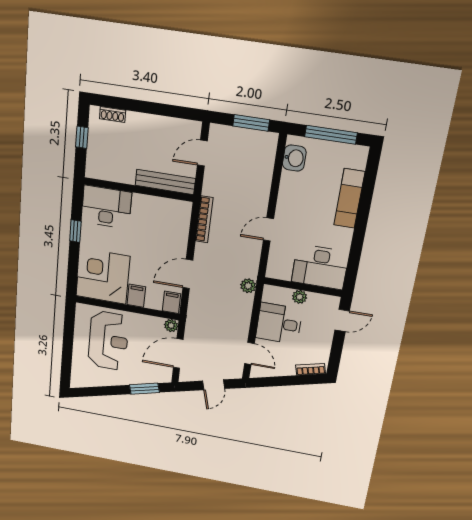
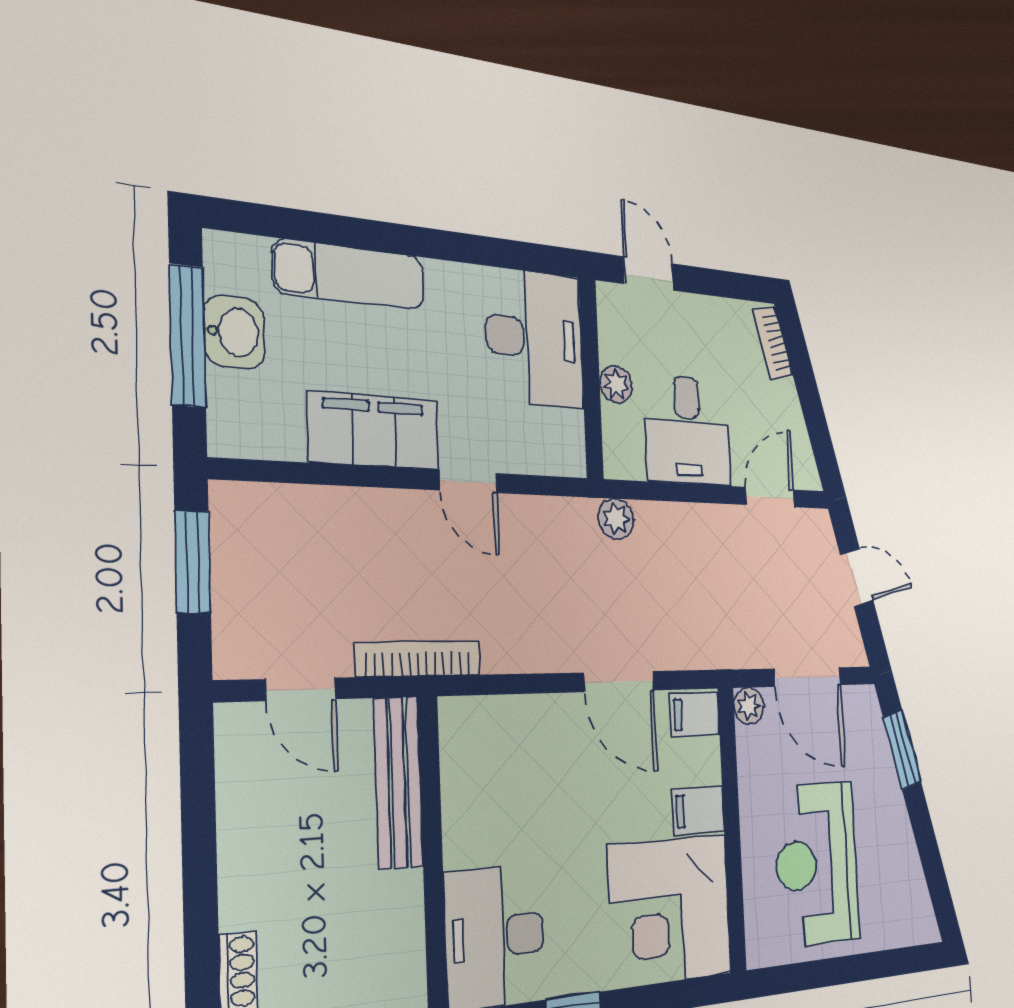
washbasin: (294, 158) -> (234, 332), moved, turned 90
filing cabinet: (291, 197) -> (374, 431), added
bookcase: (204, 219) -> (418, 659), moved
reception desk: (108, 341) -> (817, 864), turned -90

